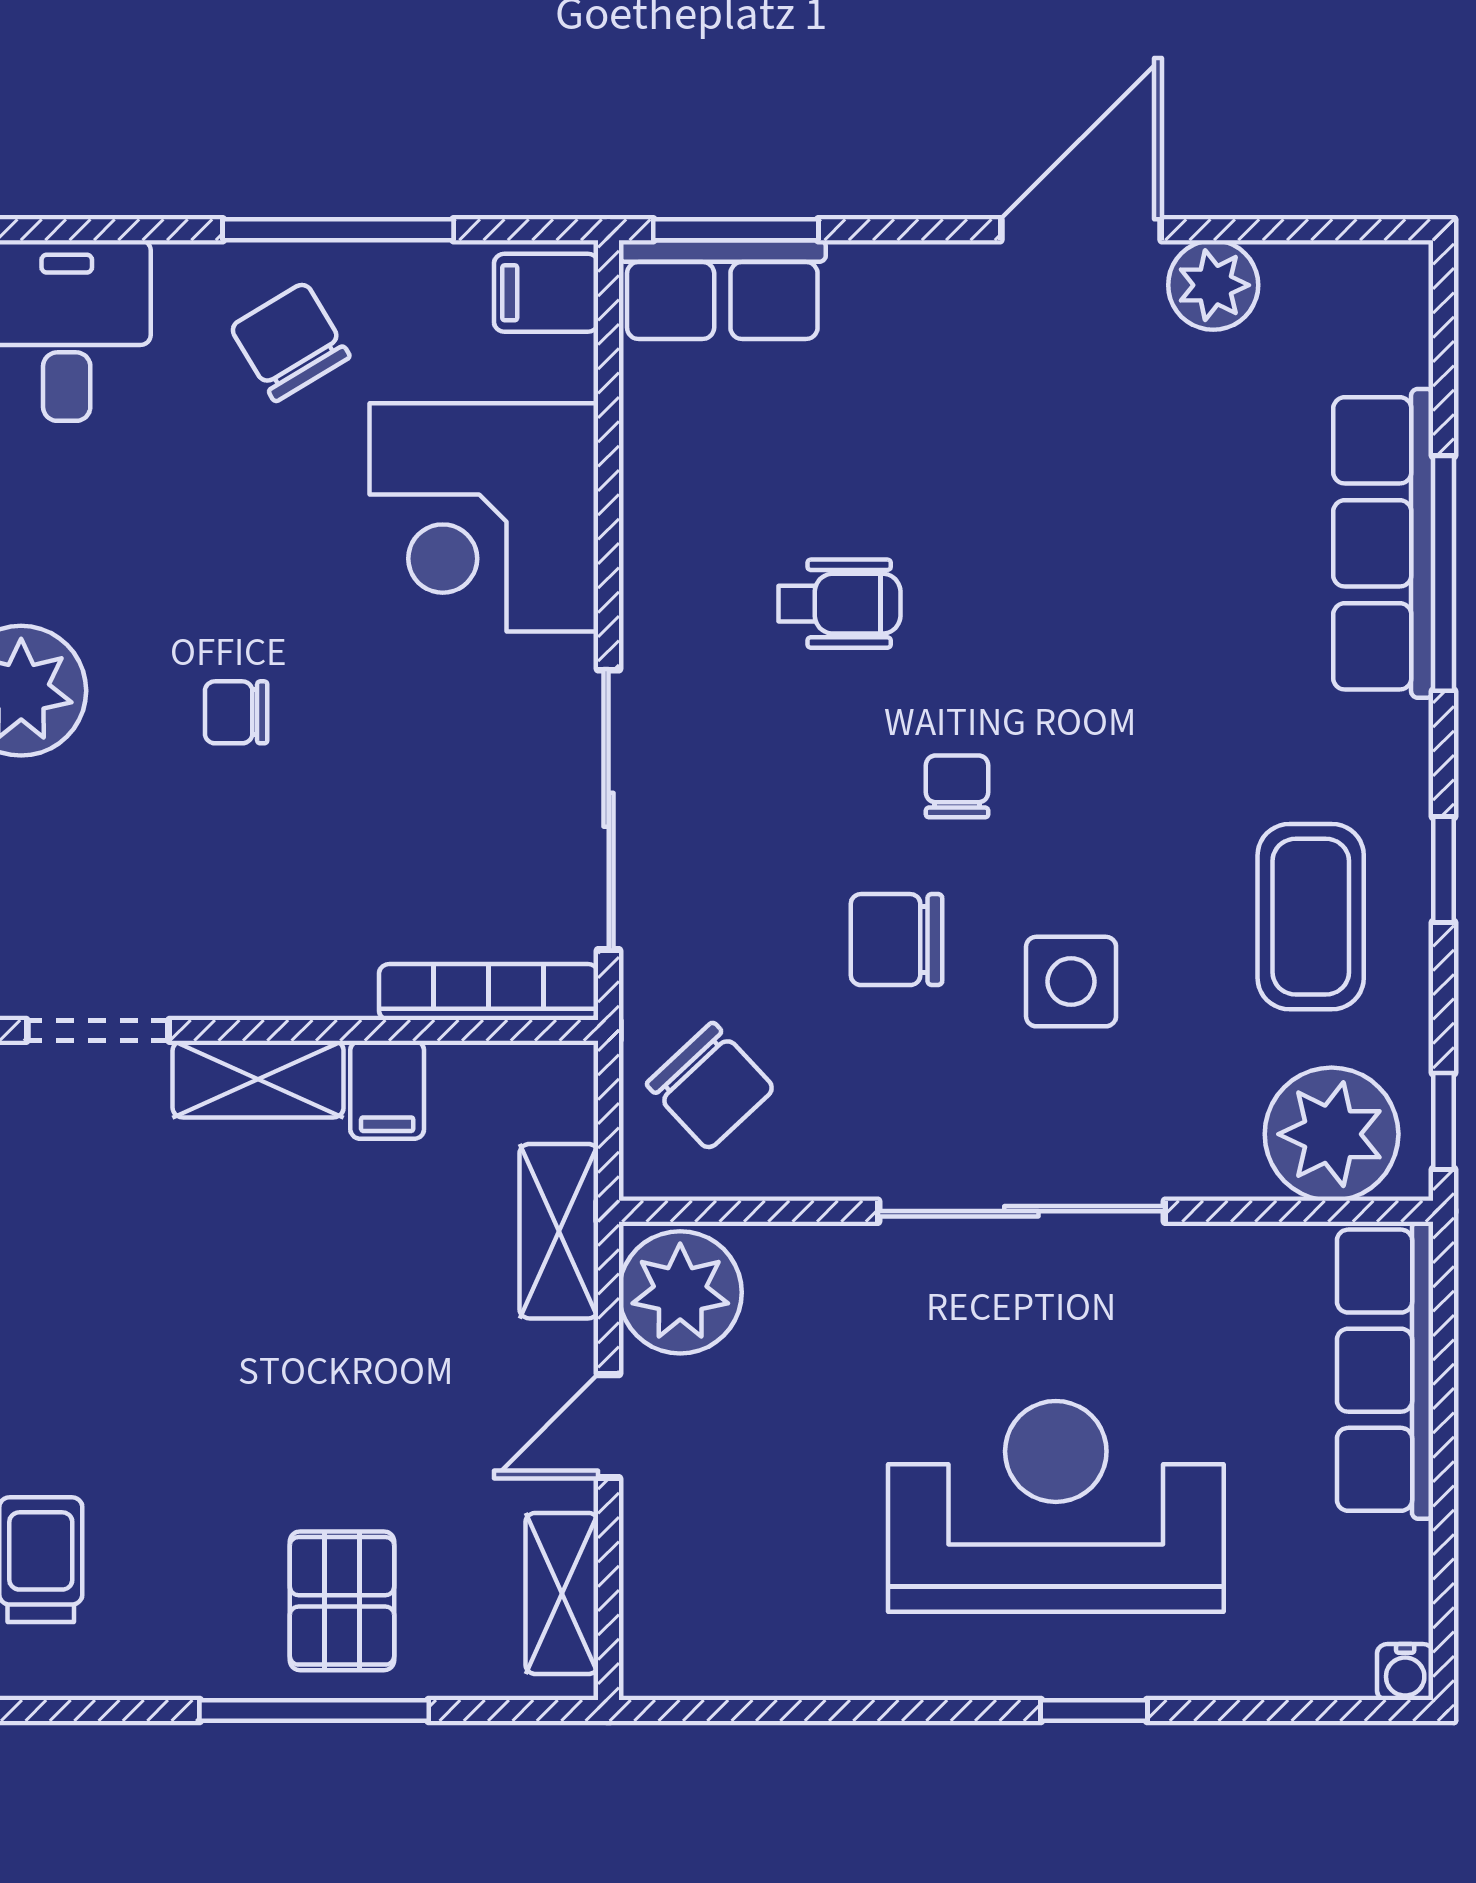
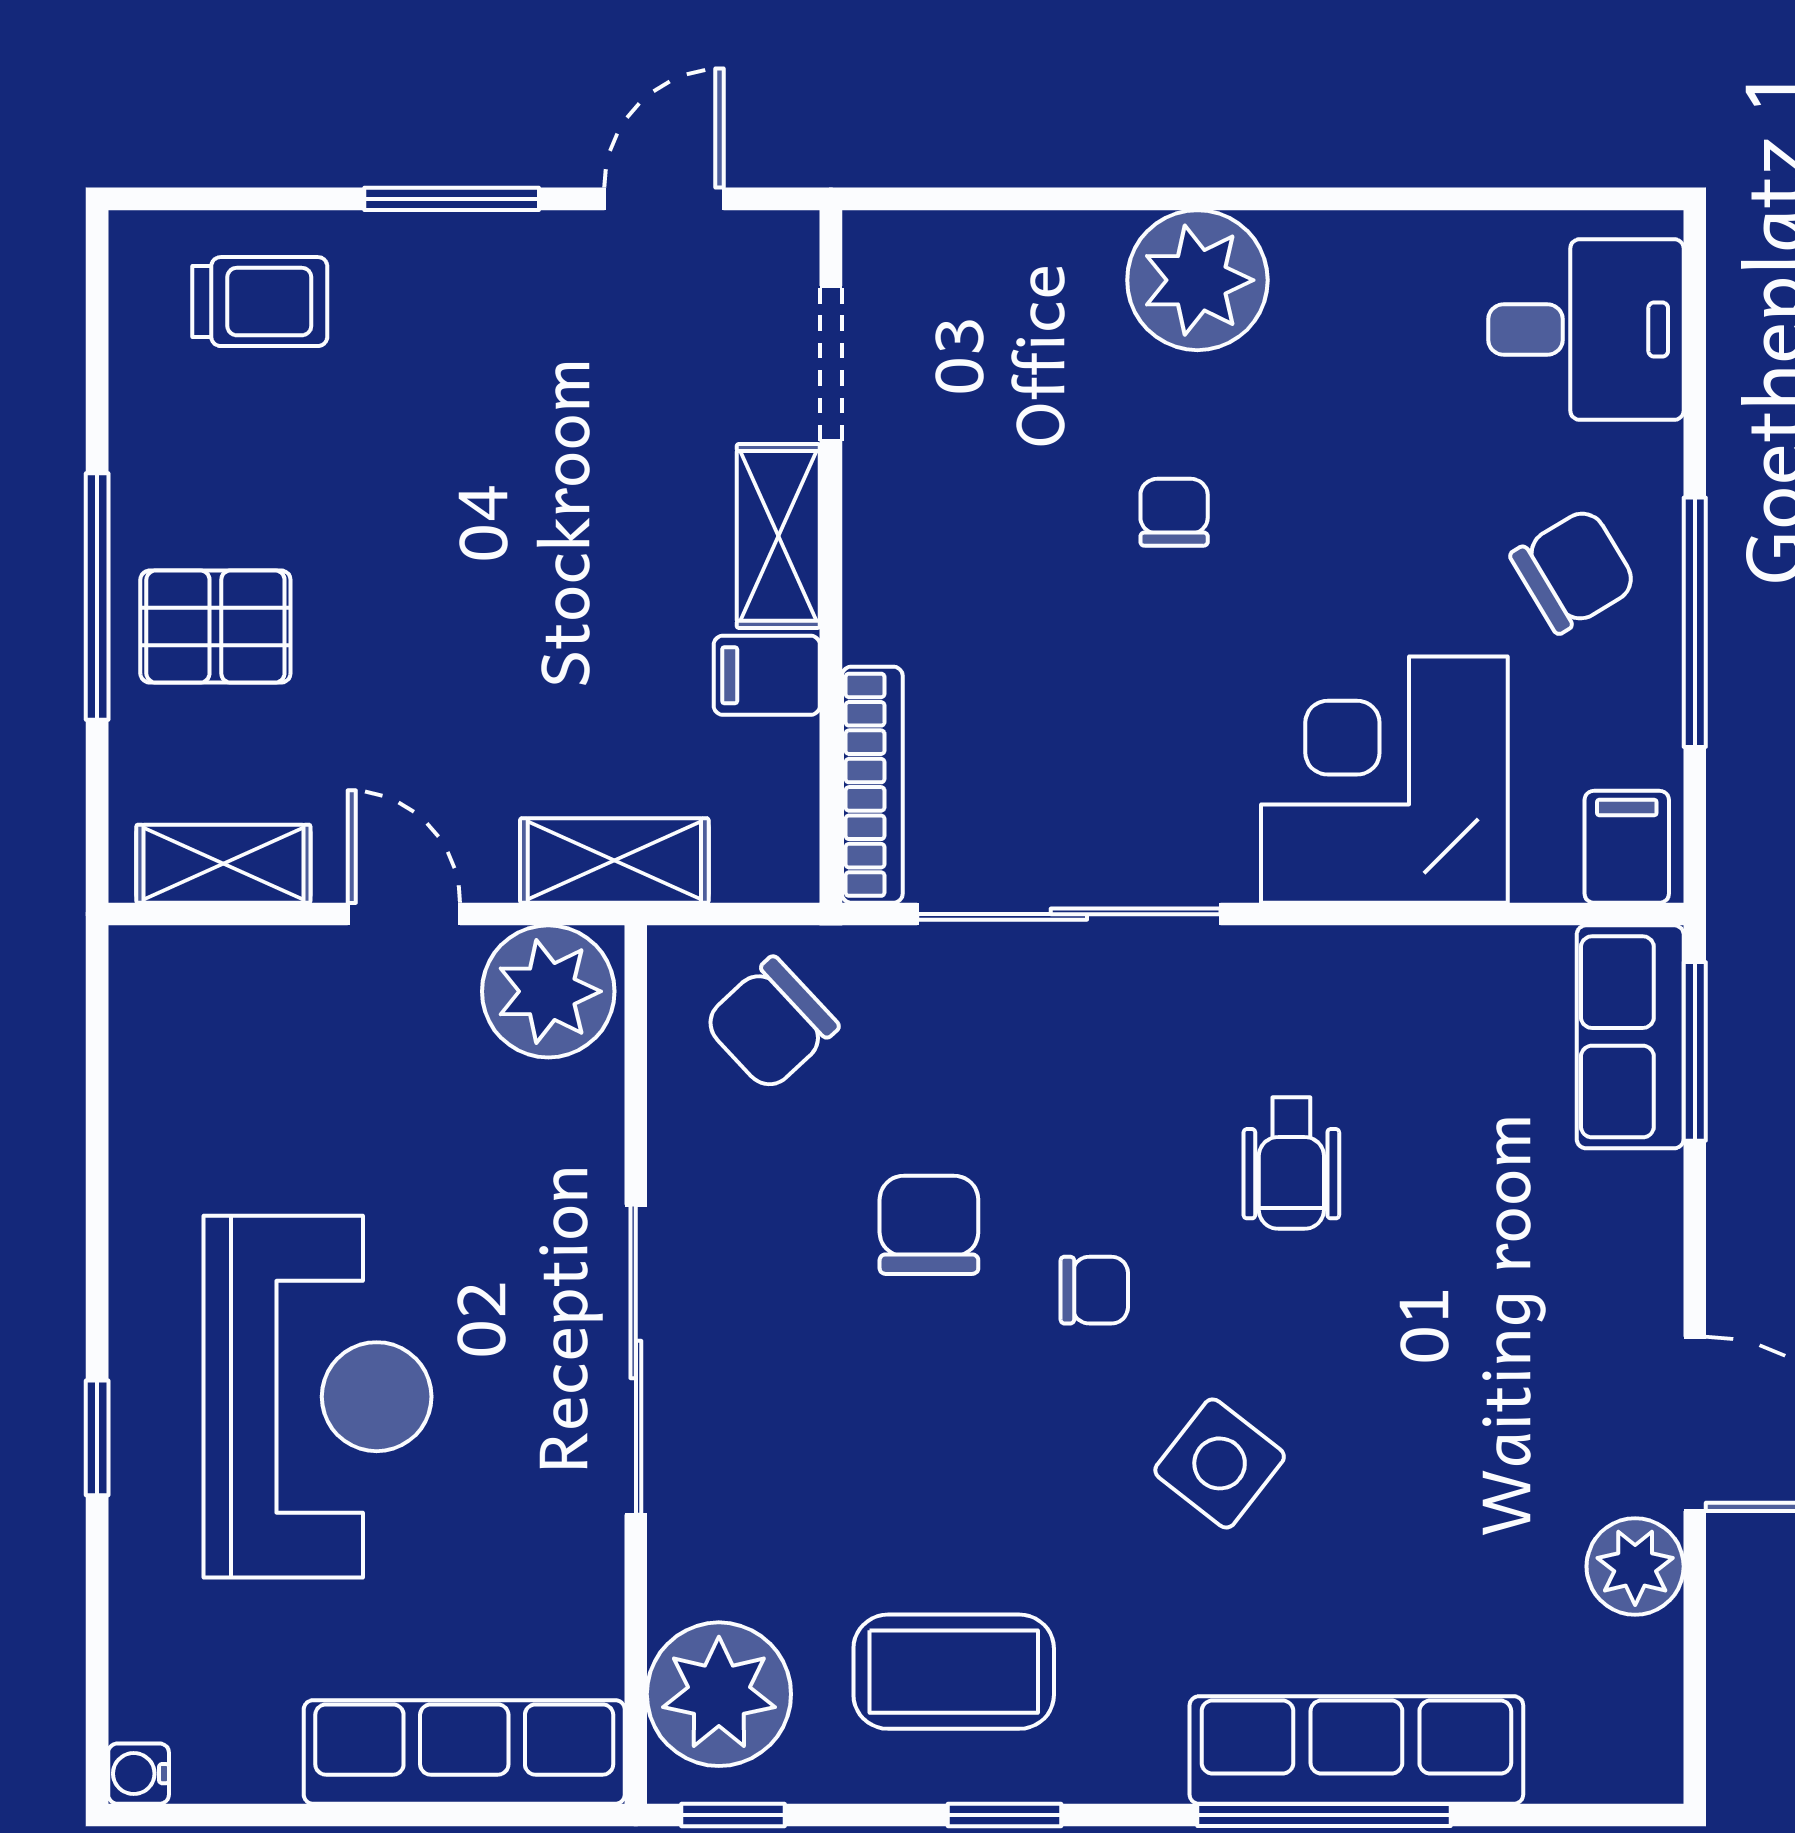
side table: (1071, 982) -> (1220, 1463), moved, turned 38

